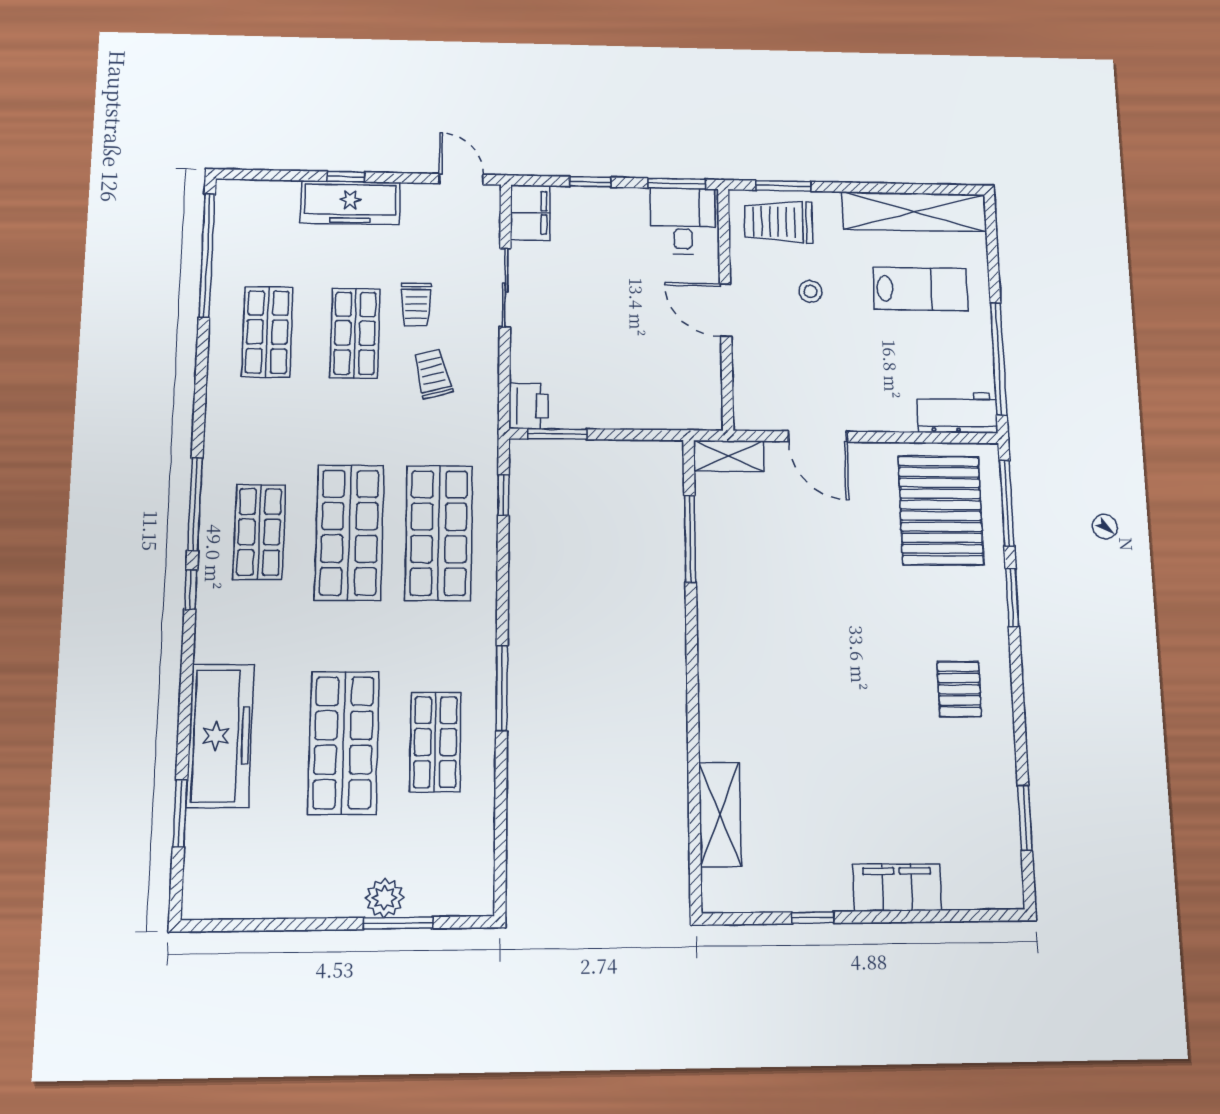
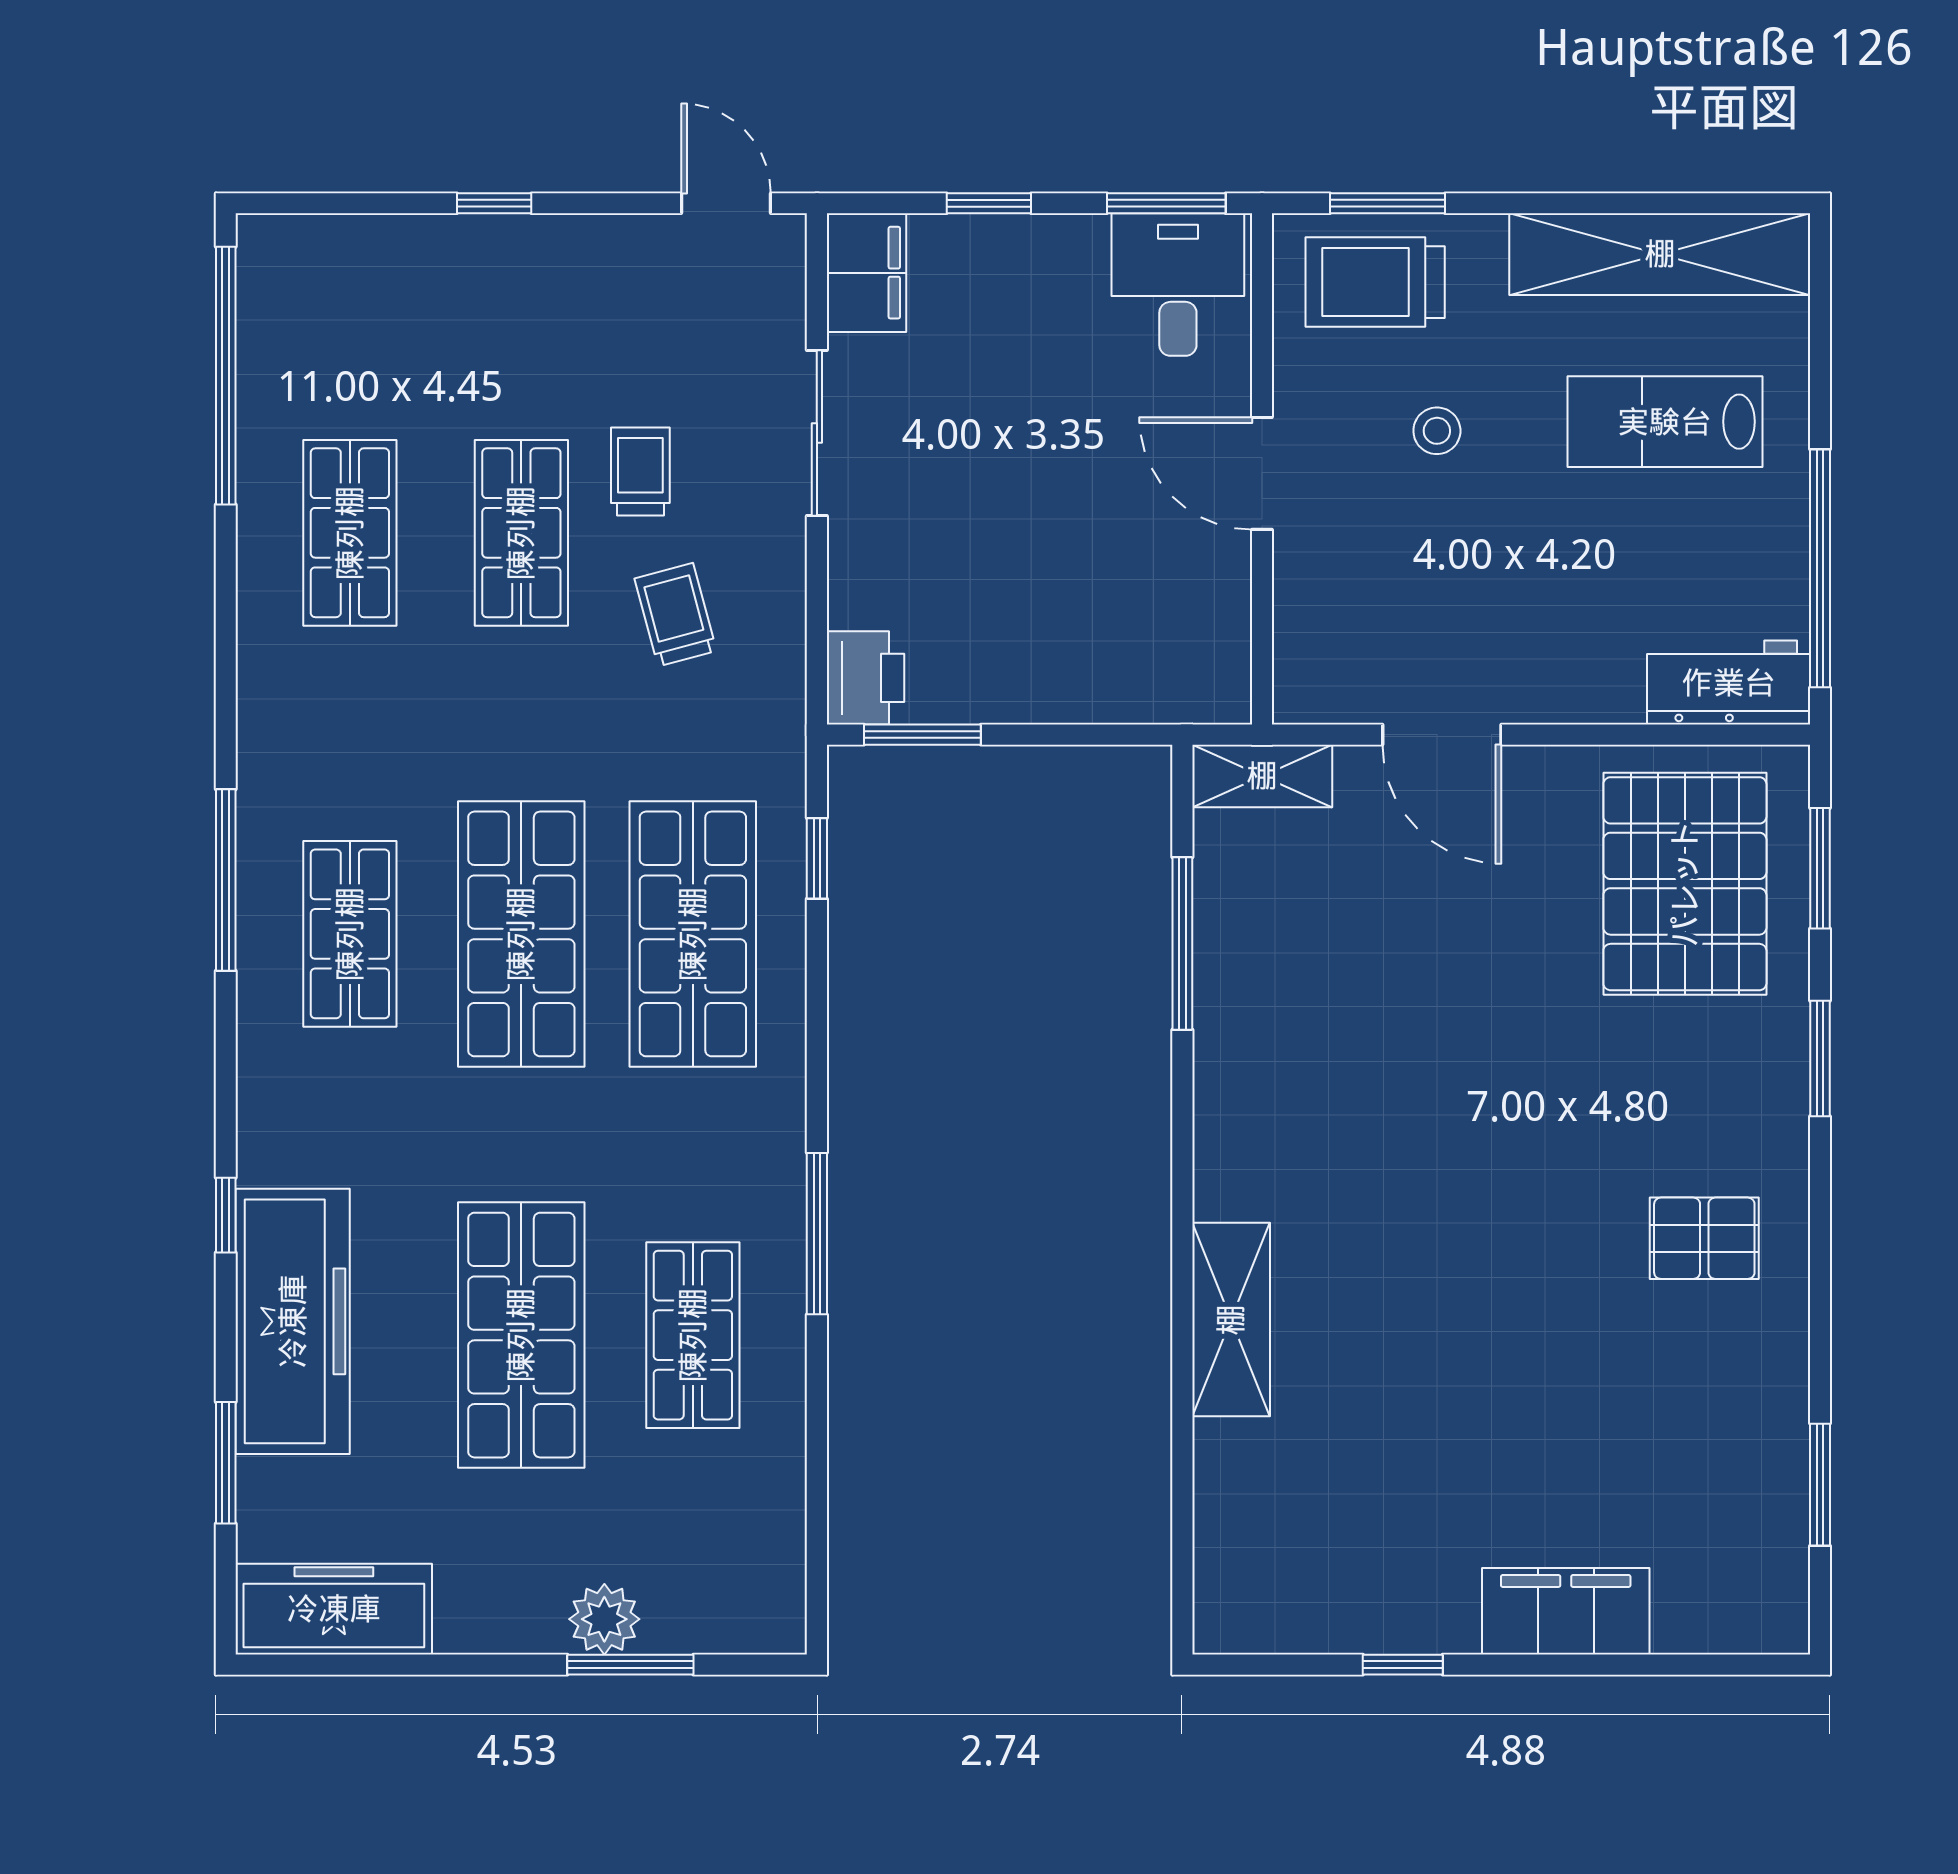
freezer: (350, 203) -> (334, 1609), moved, turned 180
lab bench: (920, 289) -> (1665, 422), turned 180
trolley: (416, 304) -> (640, 471), turned 180
window: (1007, 503) -> (1820, 868), width x0.69
window: (191, 590) -> (226, 1215), moved
pallet: (959, 689) -> (1704, 1238), turned 90
shelving: (720, 814) -> (1231, 1320), moved

